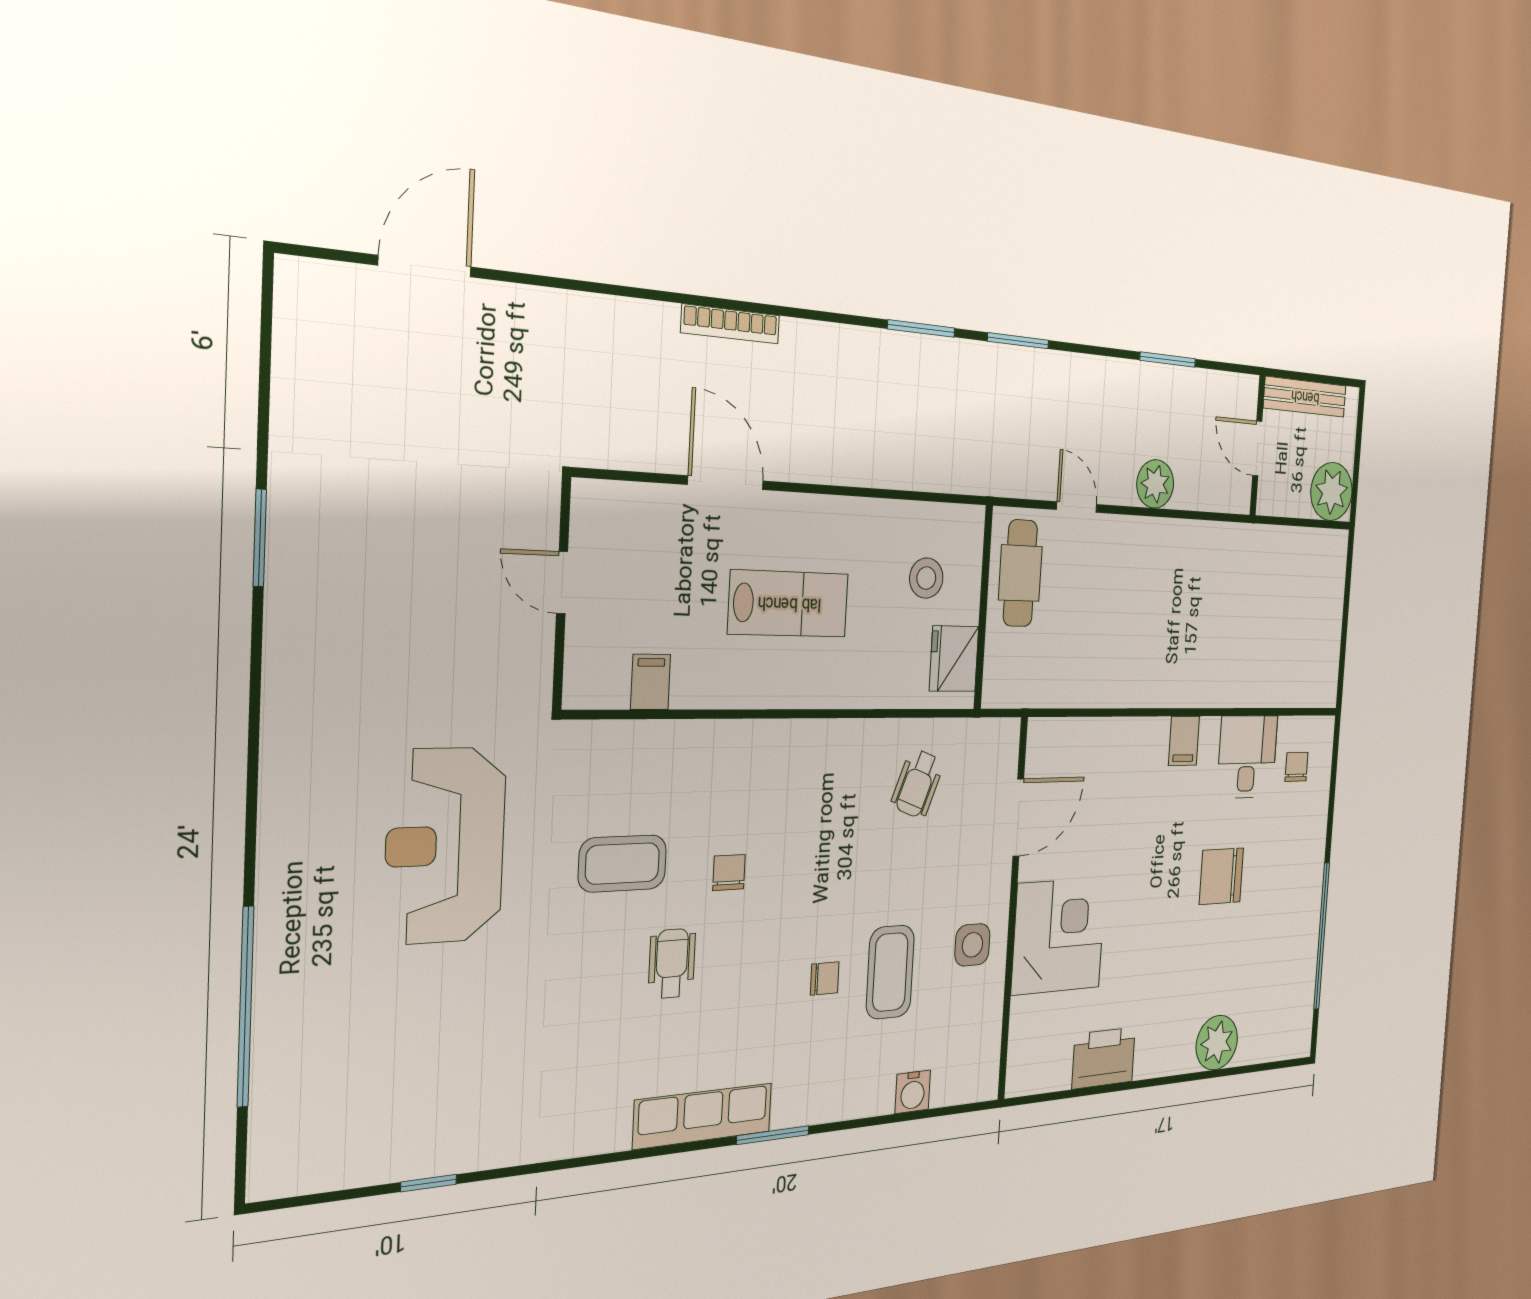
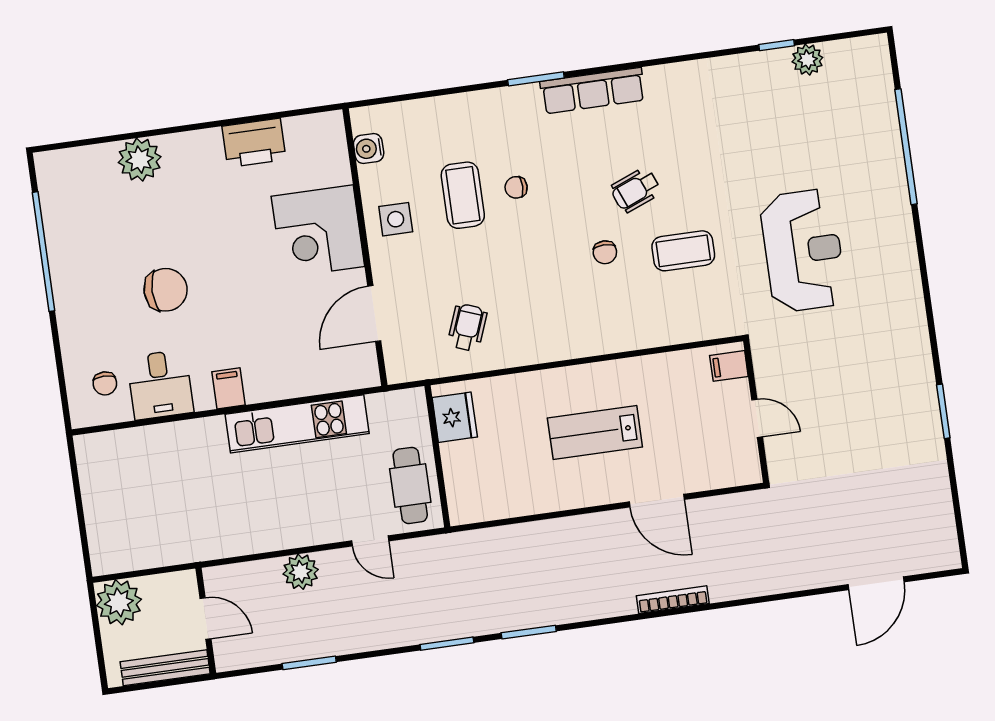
stool: (926, 578) -> (490, 468), removed
filing cabinet: (651, 682) -> (729, 366), moved, turned 90
kitchen unit: (1125, 682) -> (297, 424), added
wheelchair: (672, 963) -> (636, 190), turned 68
water cooler: (913, 1092) -> (369, 148), moved, turned -90
plant: (384, 1159) -> (807, 60), added

